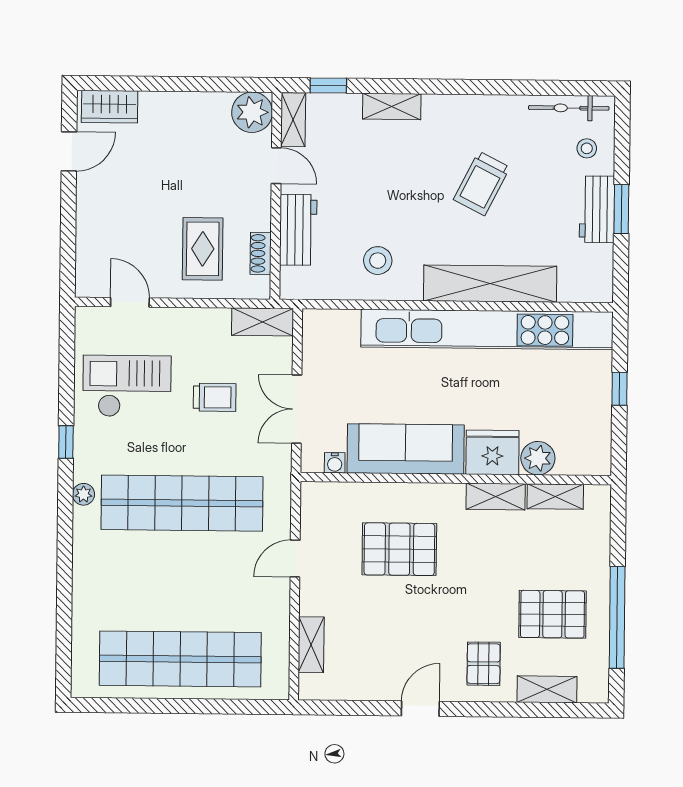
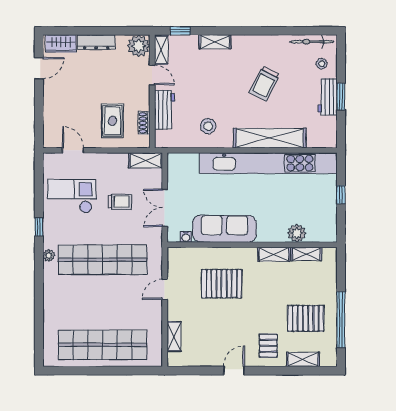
dresser: (174, 105) -> (96, 42), added
fridge: (492, 452) -> (272, 230), removed

